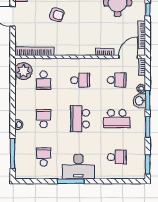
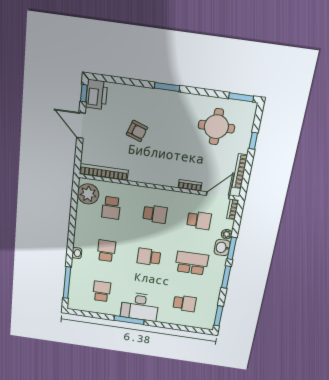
school desk: (80, 119) -> (149, 257), width x0.54
school desk: (117, 119) -> (192, 263), turned 180

